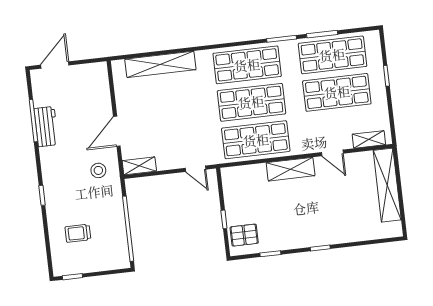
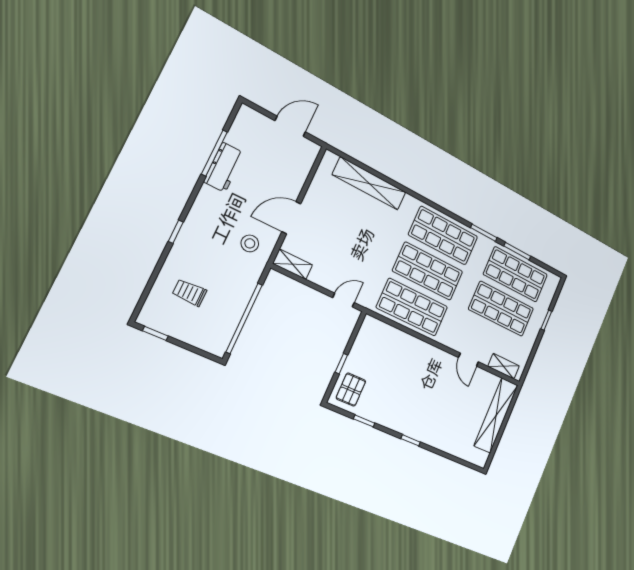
door: (55, 65) -> (290, 126), moved
door: (195, 169) -> (344, 300), swing flipped
shelving: (291, 169) -> (426, 353), removed
pallet: (244, 235) -> (351, 390), turned 90

